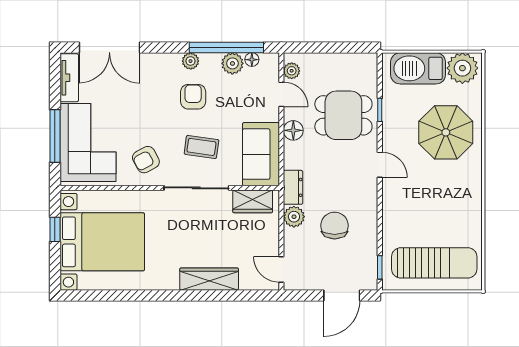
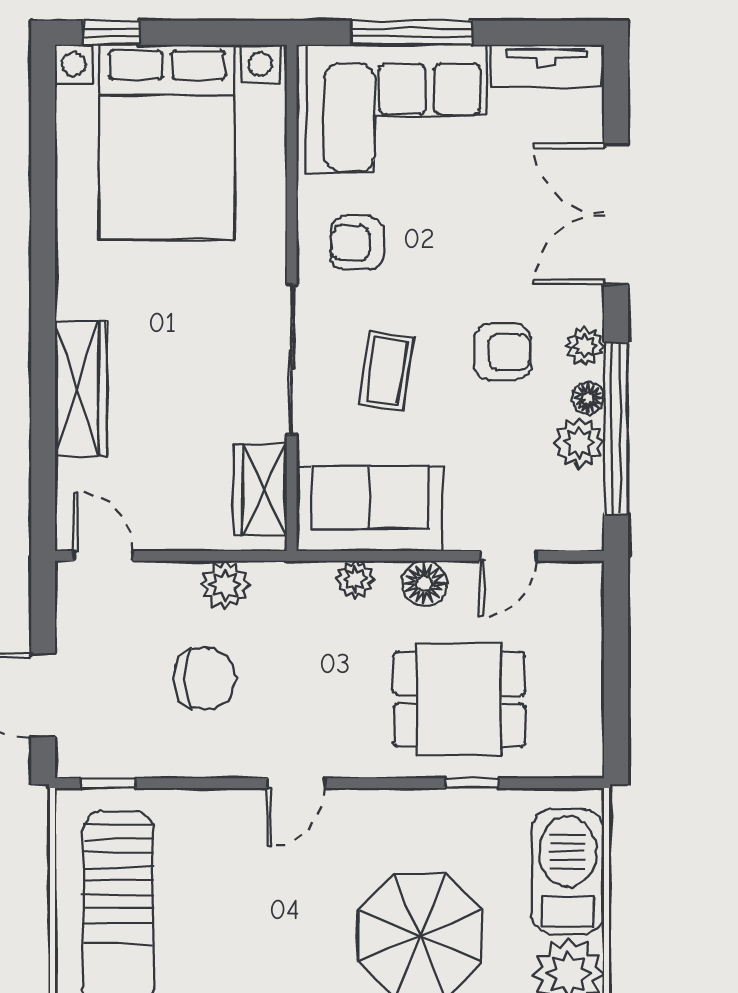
double door: (109, 48) -> (616, 214), moved
floor lamp: (252, 60) -> (588, 398), moved
plant: (292, 71) -> (355, 579), moved
dining table: (343, 115) -> (459, 699), turned 90
armchair: (146, 160) -> (357, 243), turned -62
door: (380, 165) -> (296, 783), moved
dresser: (293, 187) -> (293, 583), removed
window: (55, 229) -> (112, 33), moved
door: (281, 269) -> (103, 556), hinge flipped

